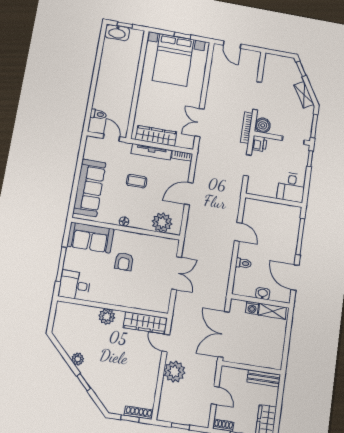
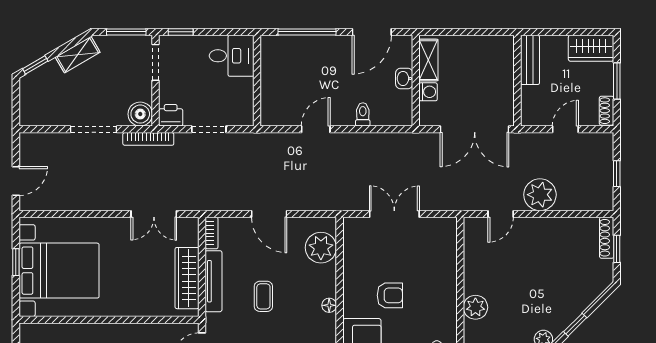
wardrobe: (145, 323) -> (476, 249), removed

